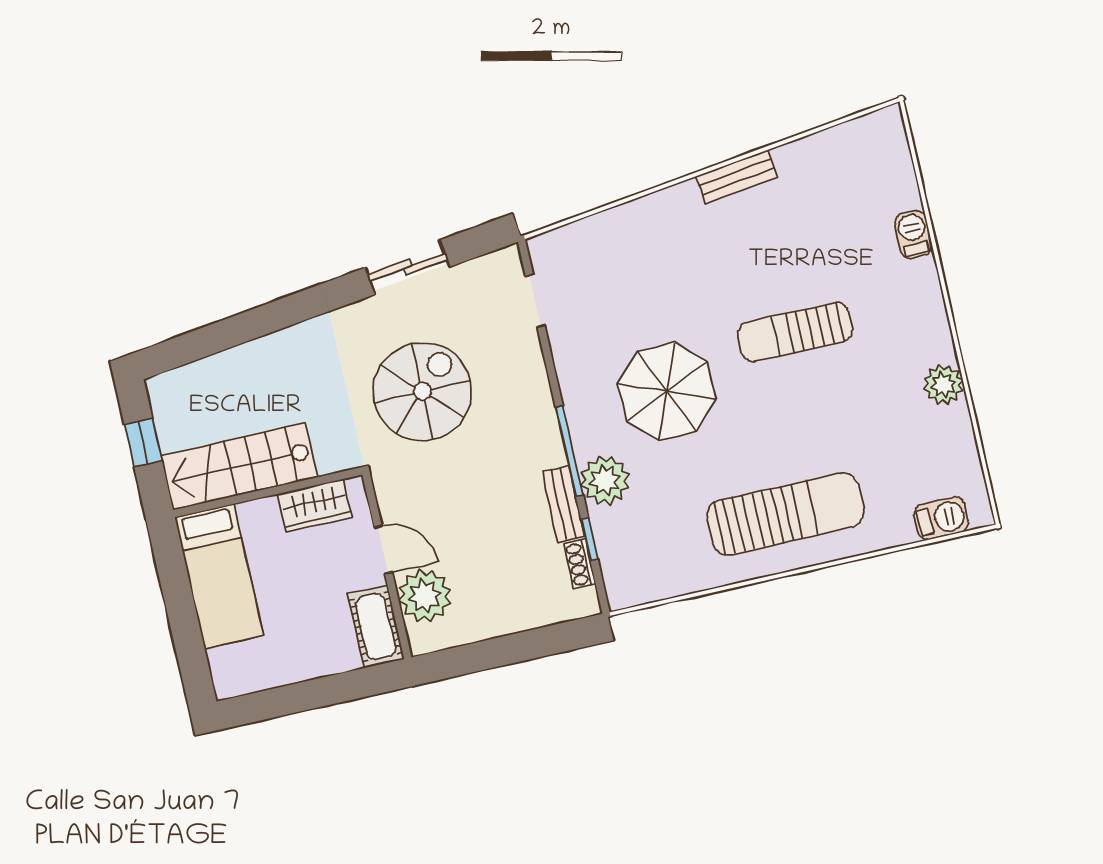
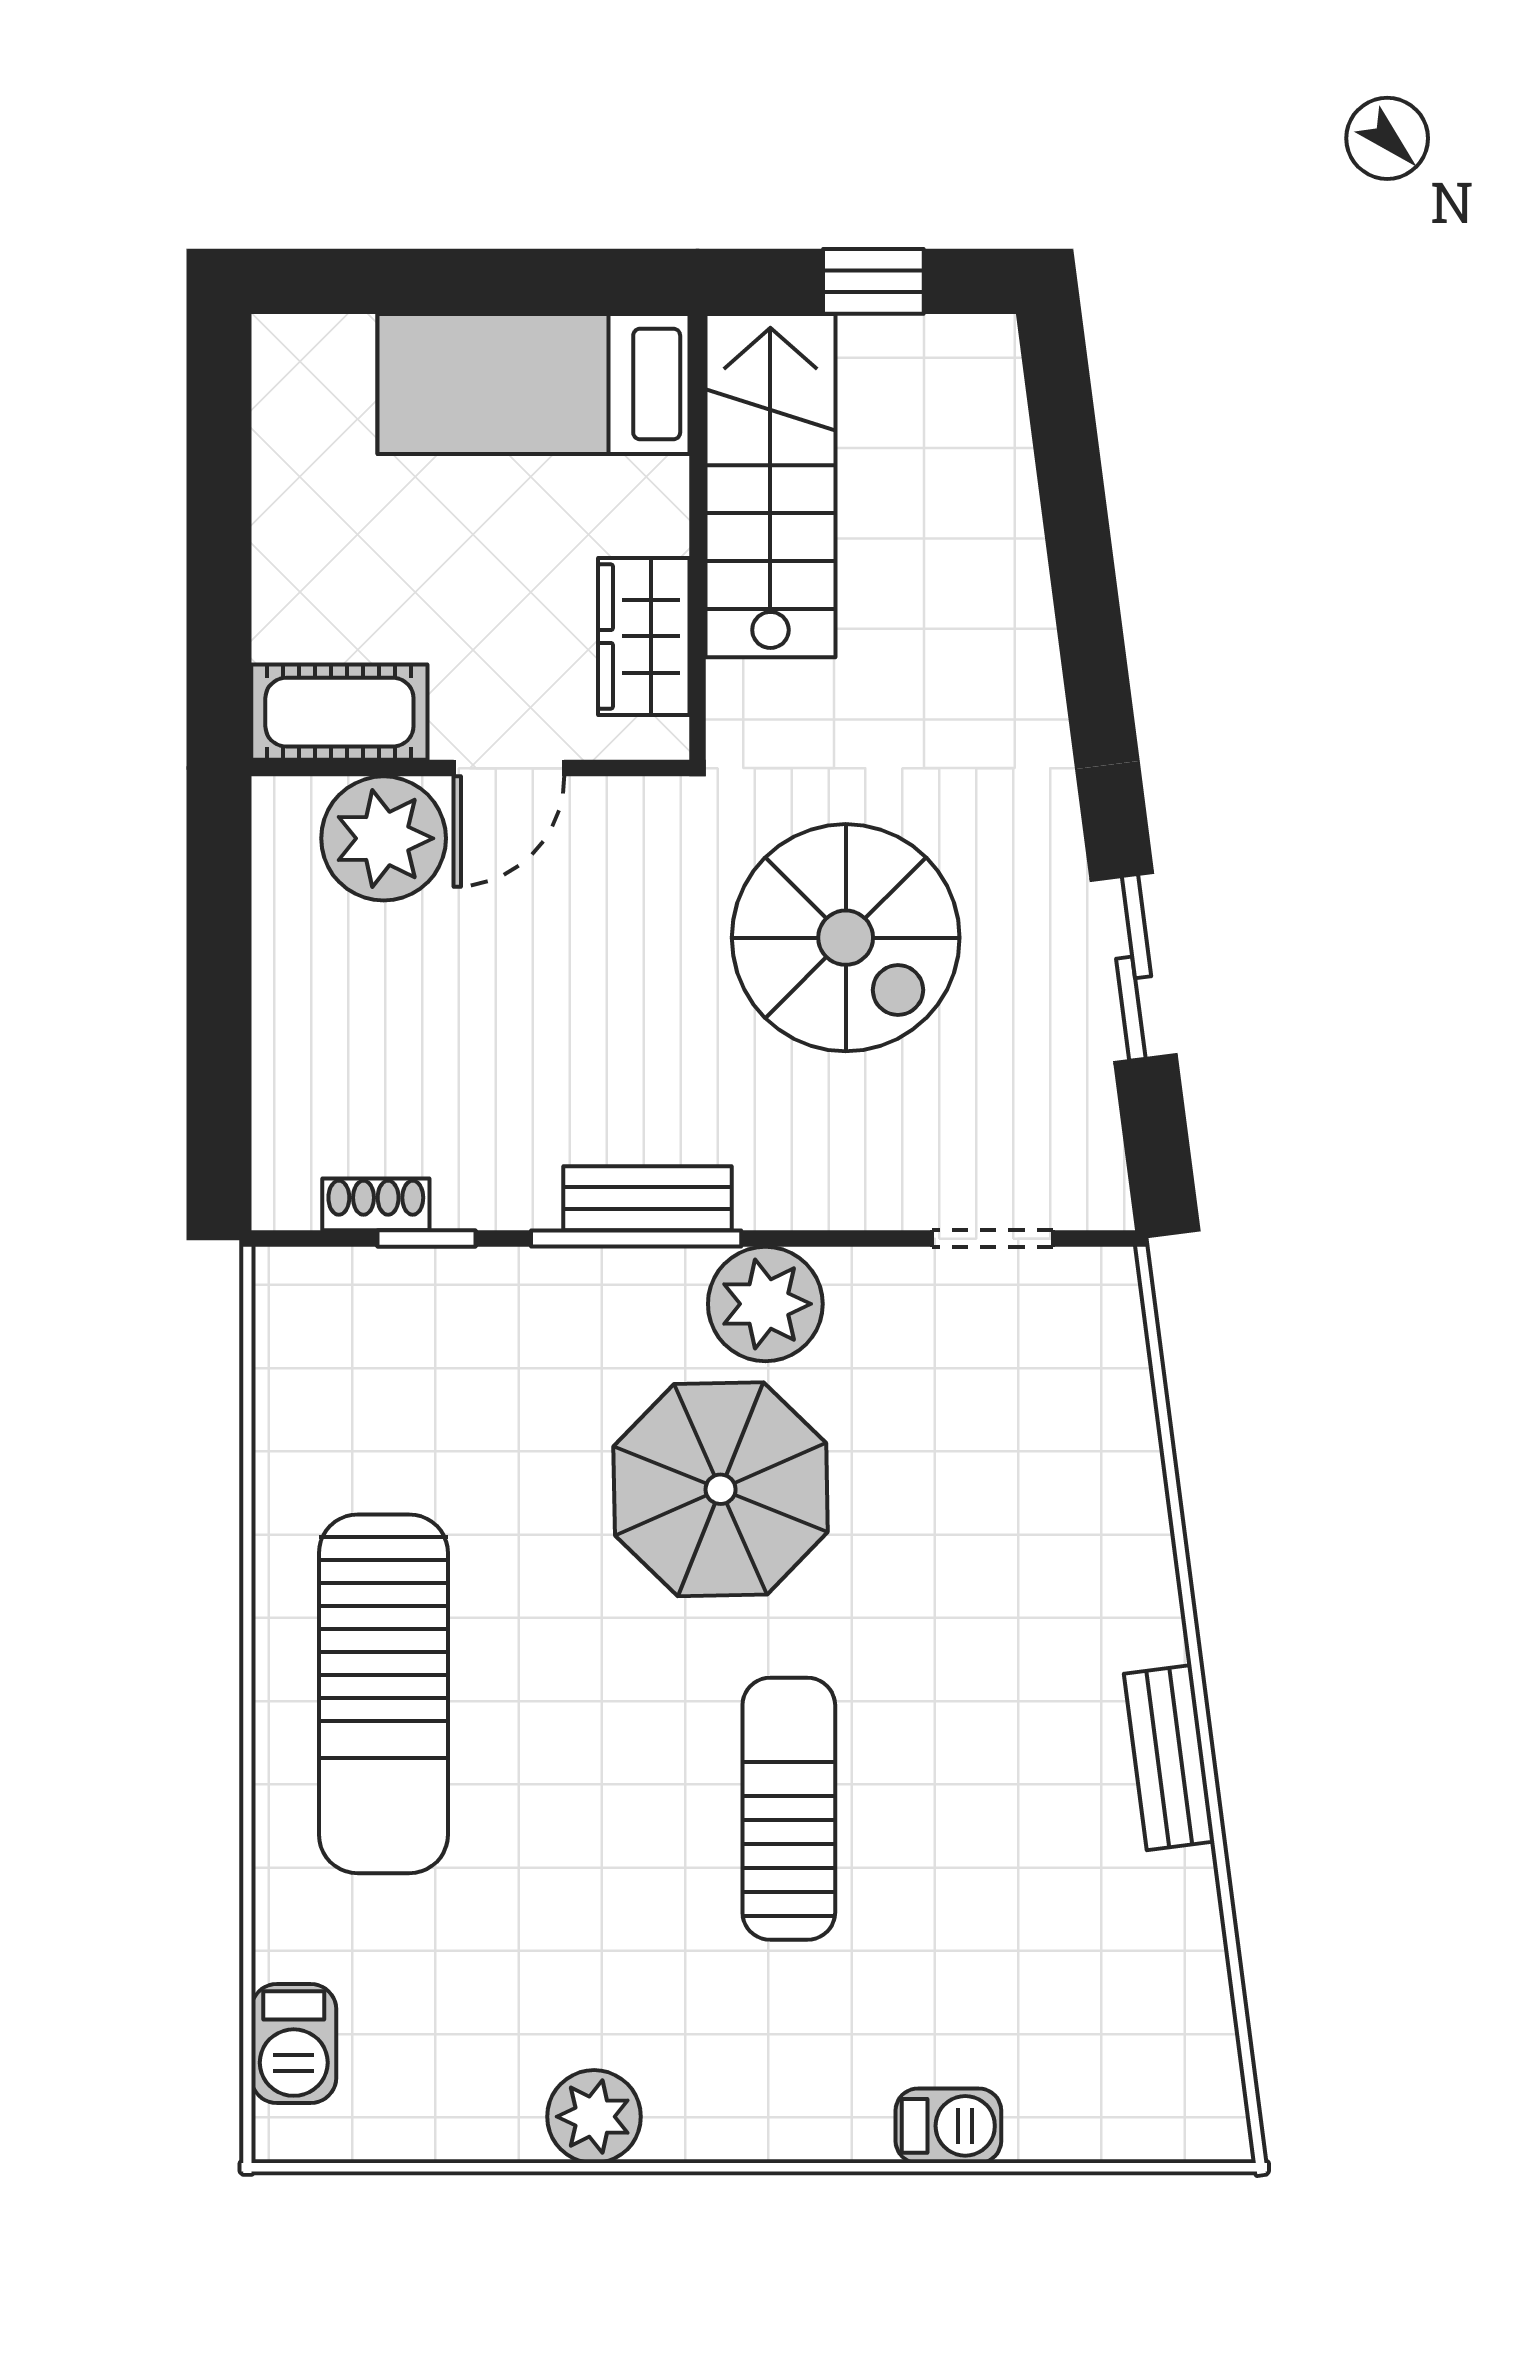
plant: (605, 480) -> (765, 1304), moved
bench: (563, 504) -> (647, 1198), moved

